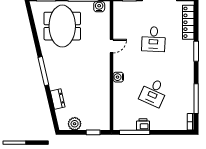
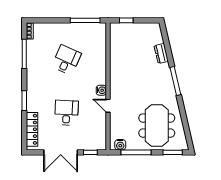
door: (112, 46) -> (108, 106), hinge flipped
water cooler: (118, 77) -> (101, 90), moved
plant: (75, 124) -> (145, 29), removed
printer: (143, 124) -> (77, 28), removed

